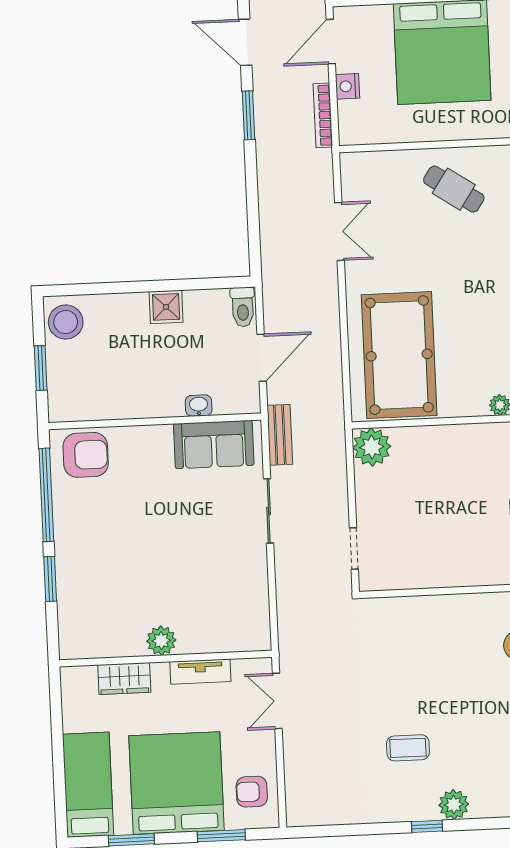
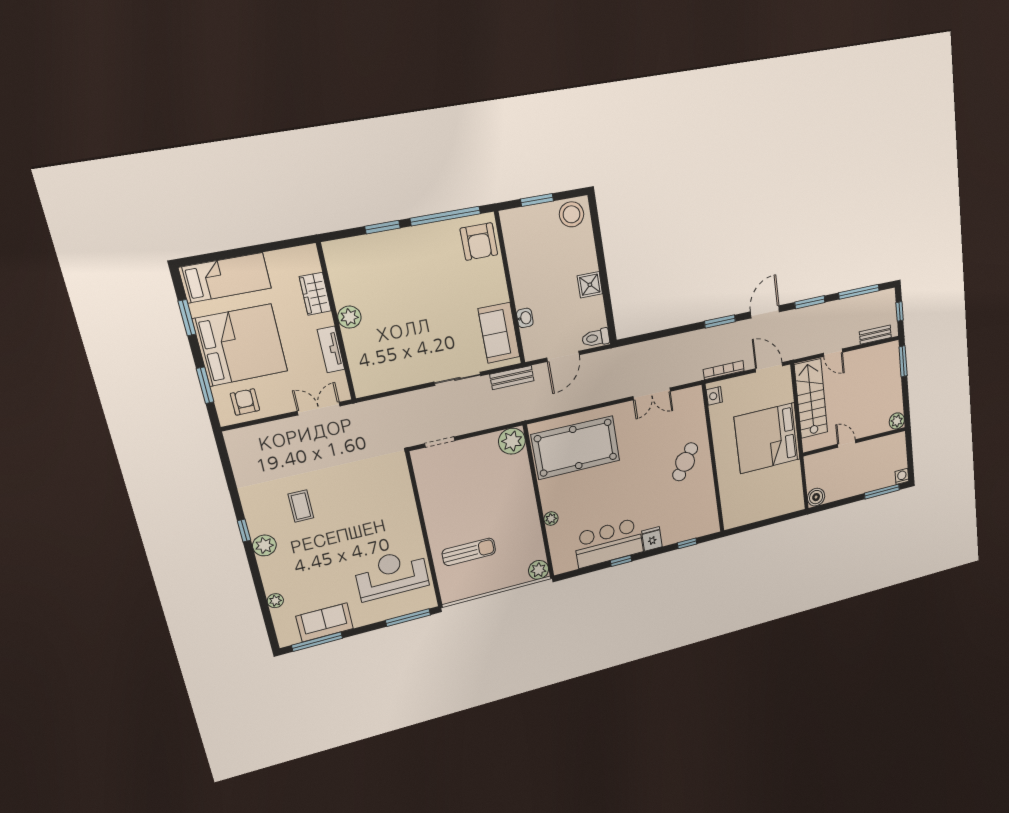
nightstand: (347, 86) -> (714, 396), moved, turned -90
door: (262, 358) -> (563, 356), hinge flipped

